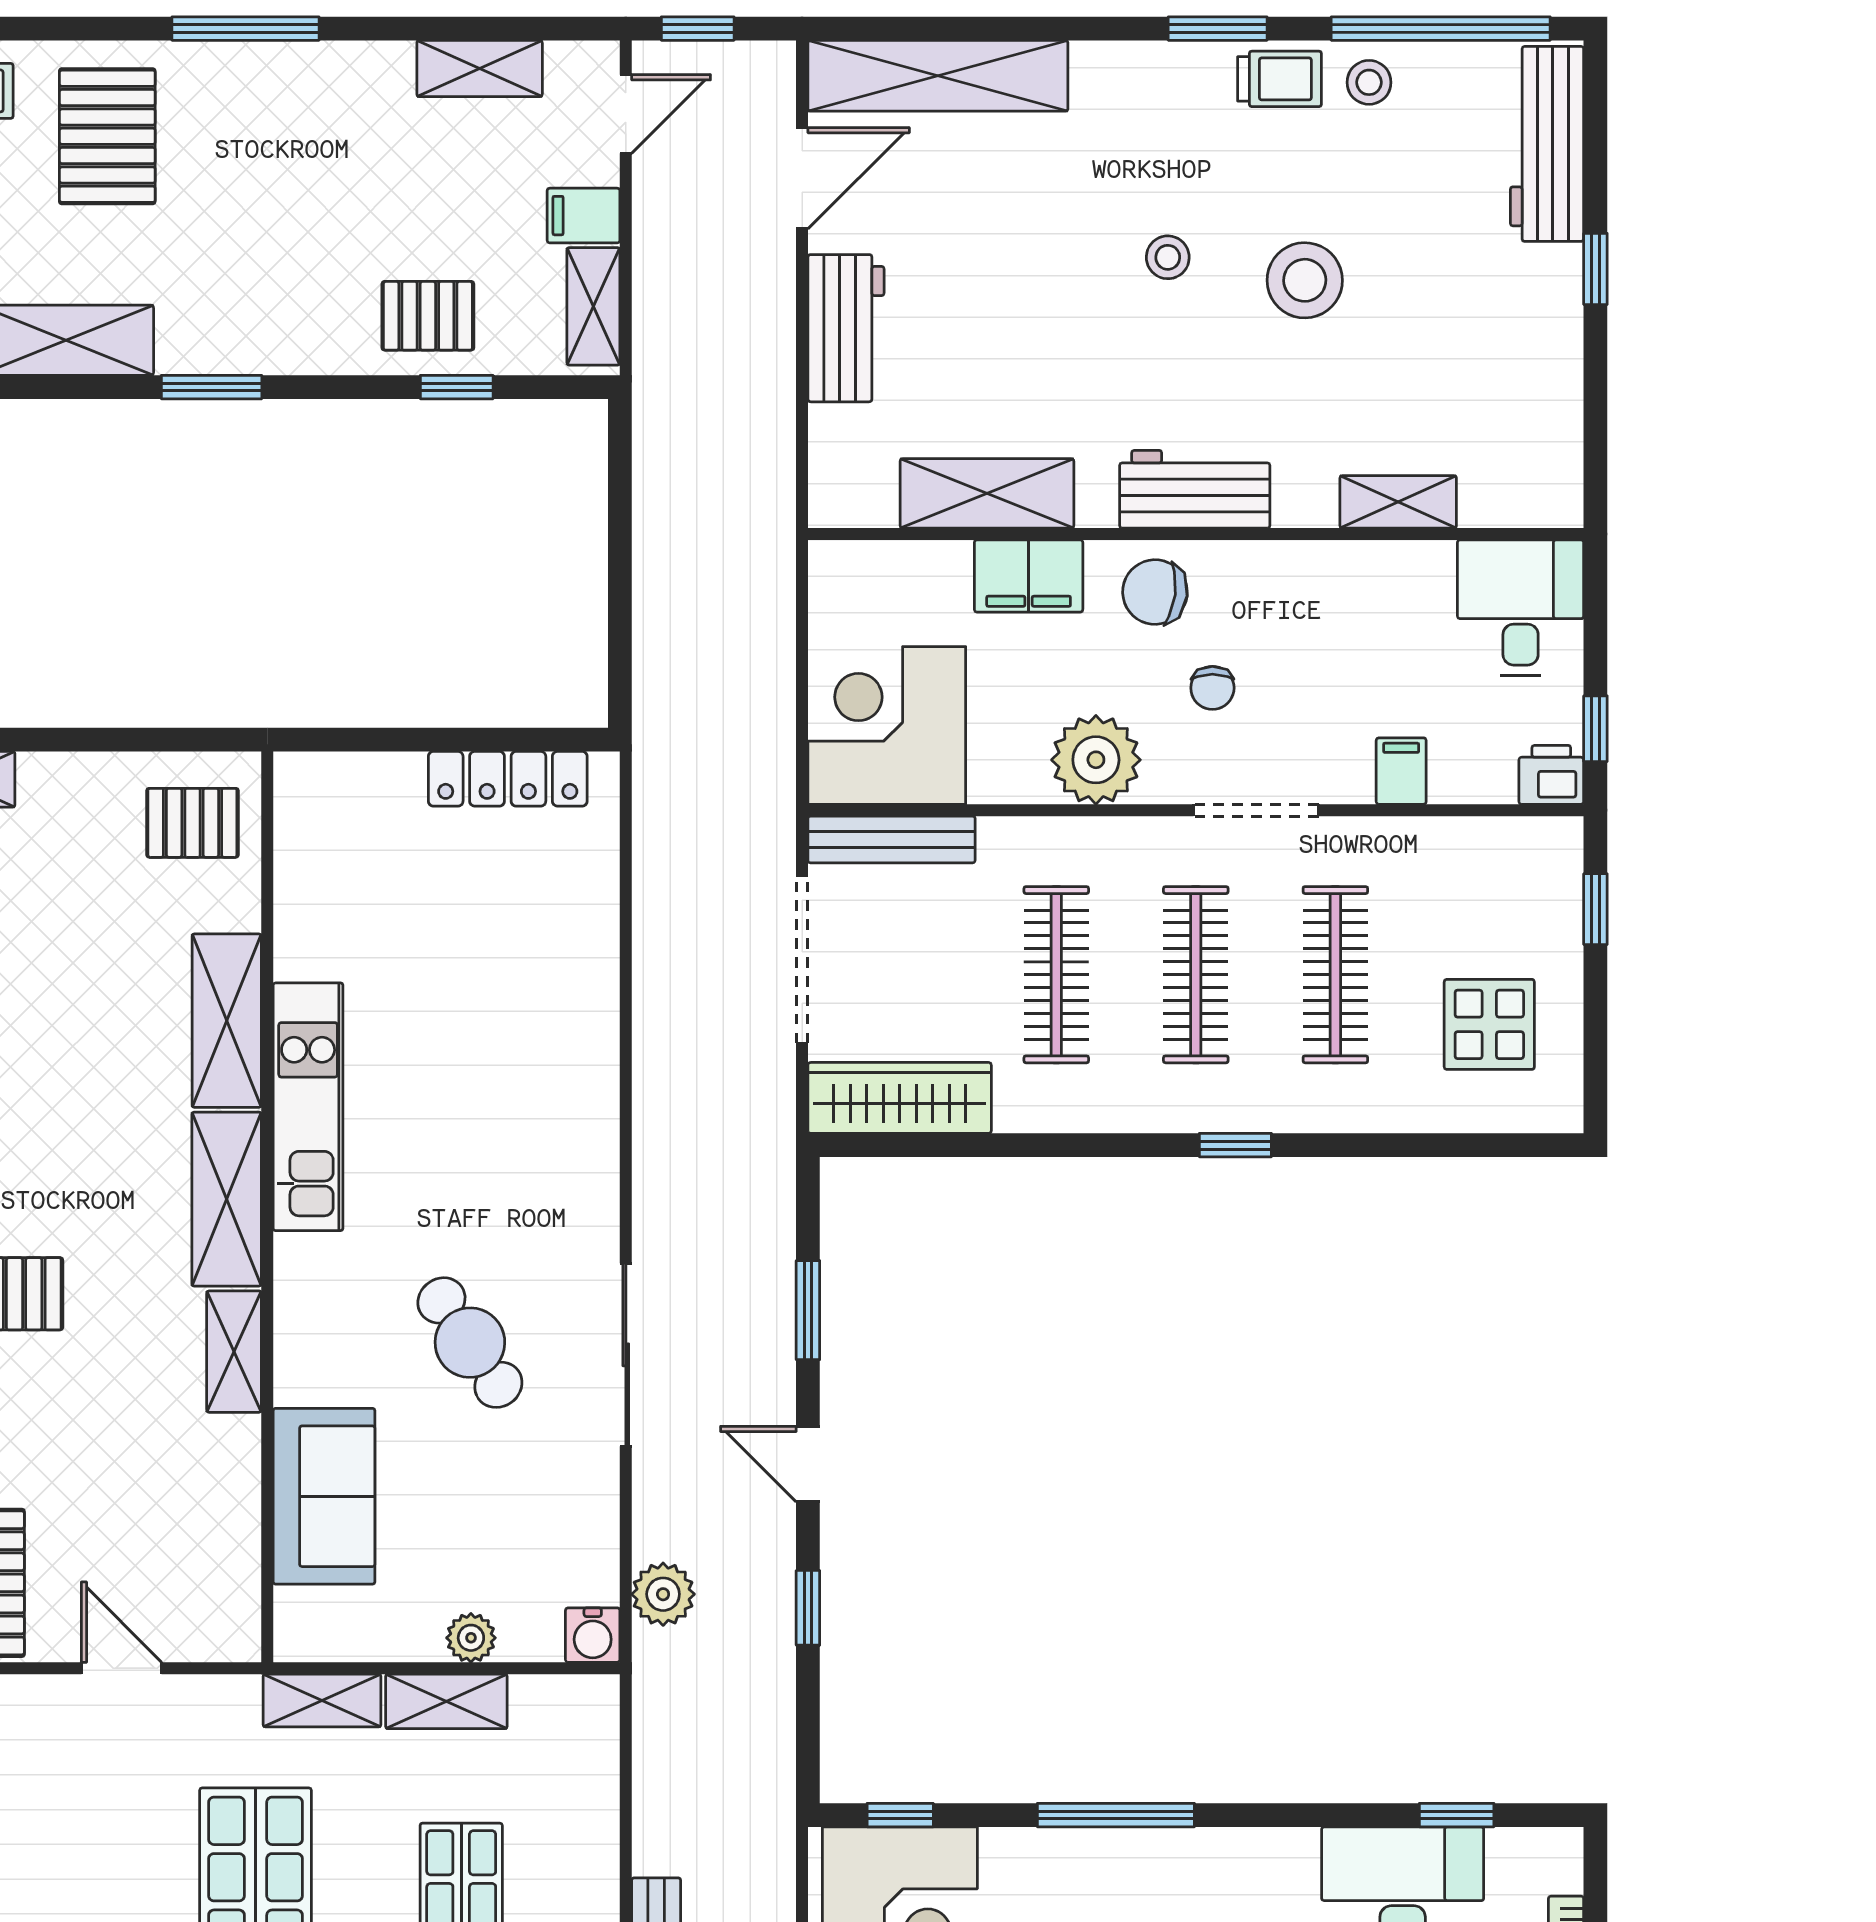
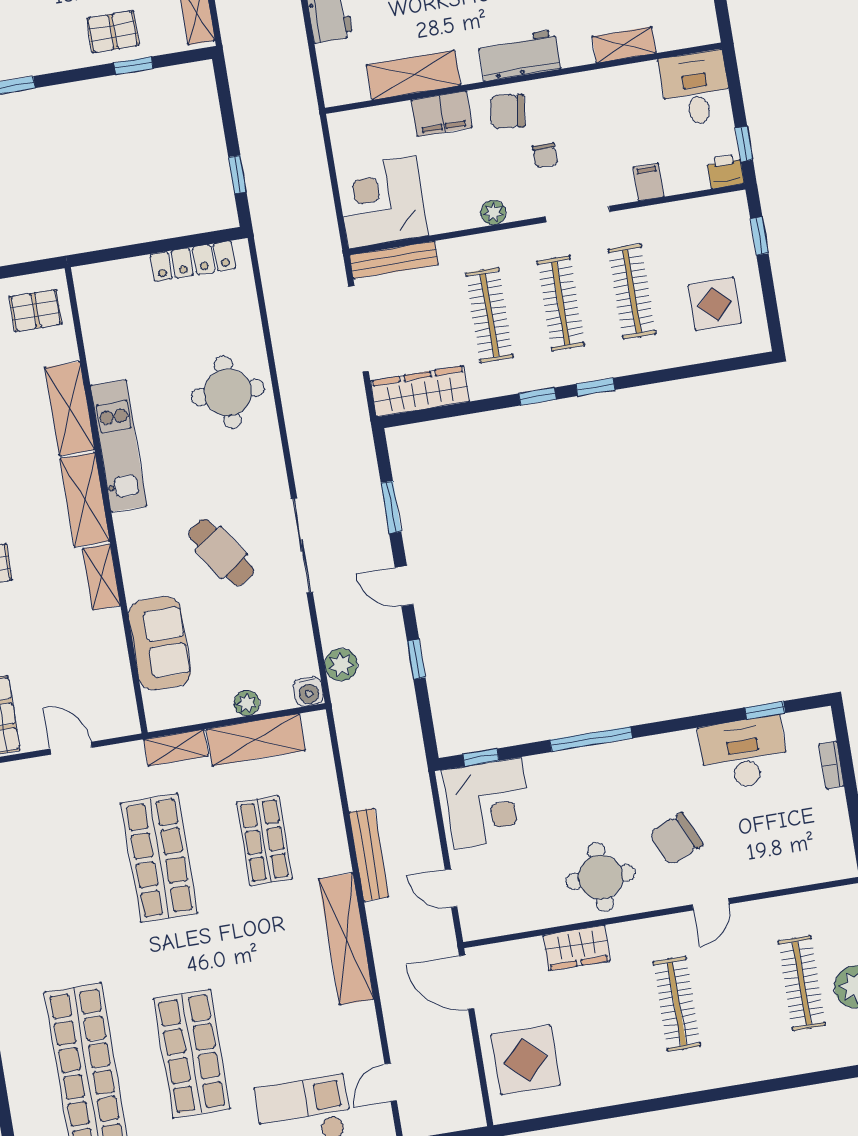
window: (620, 627) -> (237, 175), added
plant: (1096, 760) -> (493, 213), width x0.53, depth x0.53
round table: (533, 1039) -> (228, 392), added
window: (1122, 1145) -> (537, 397), added
shelving: (446, 1701) -> (256, 740), width x1.50, depth x1.33

